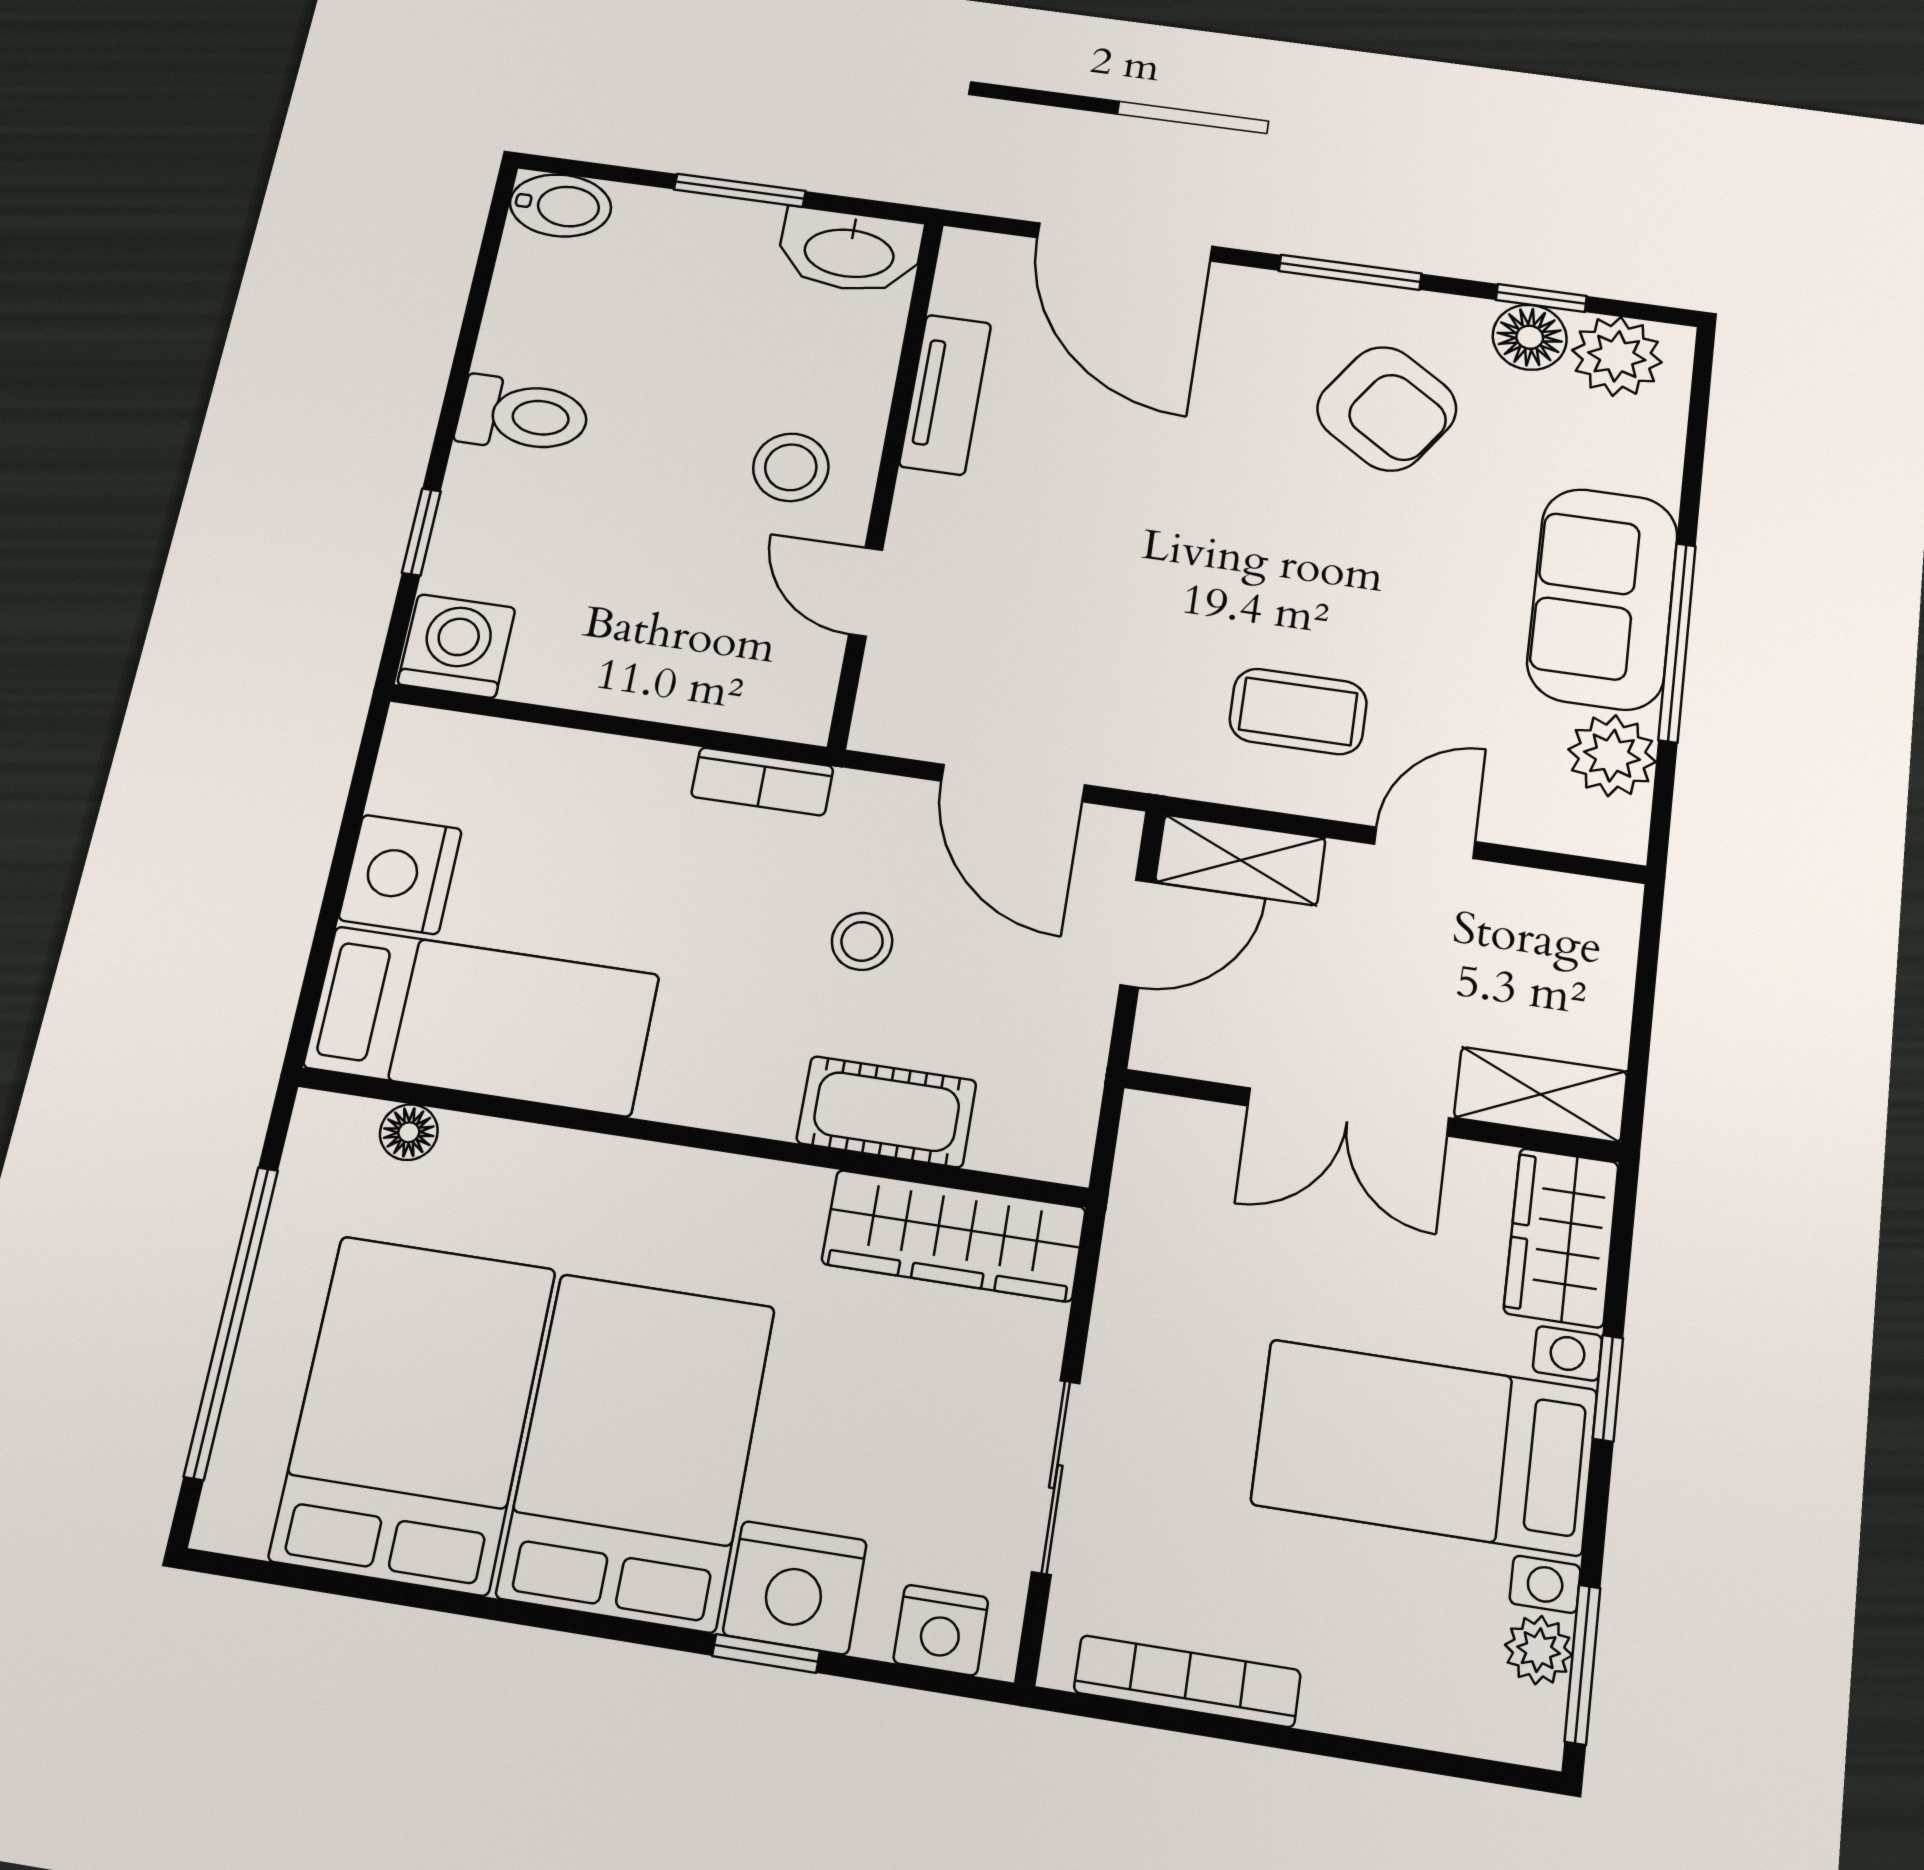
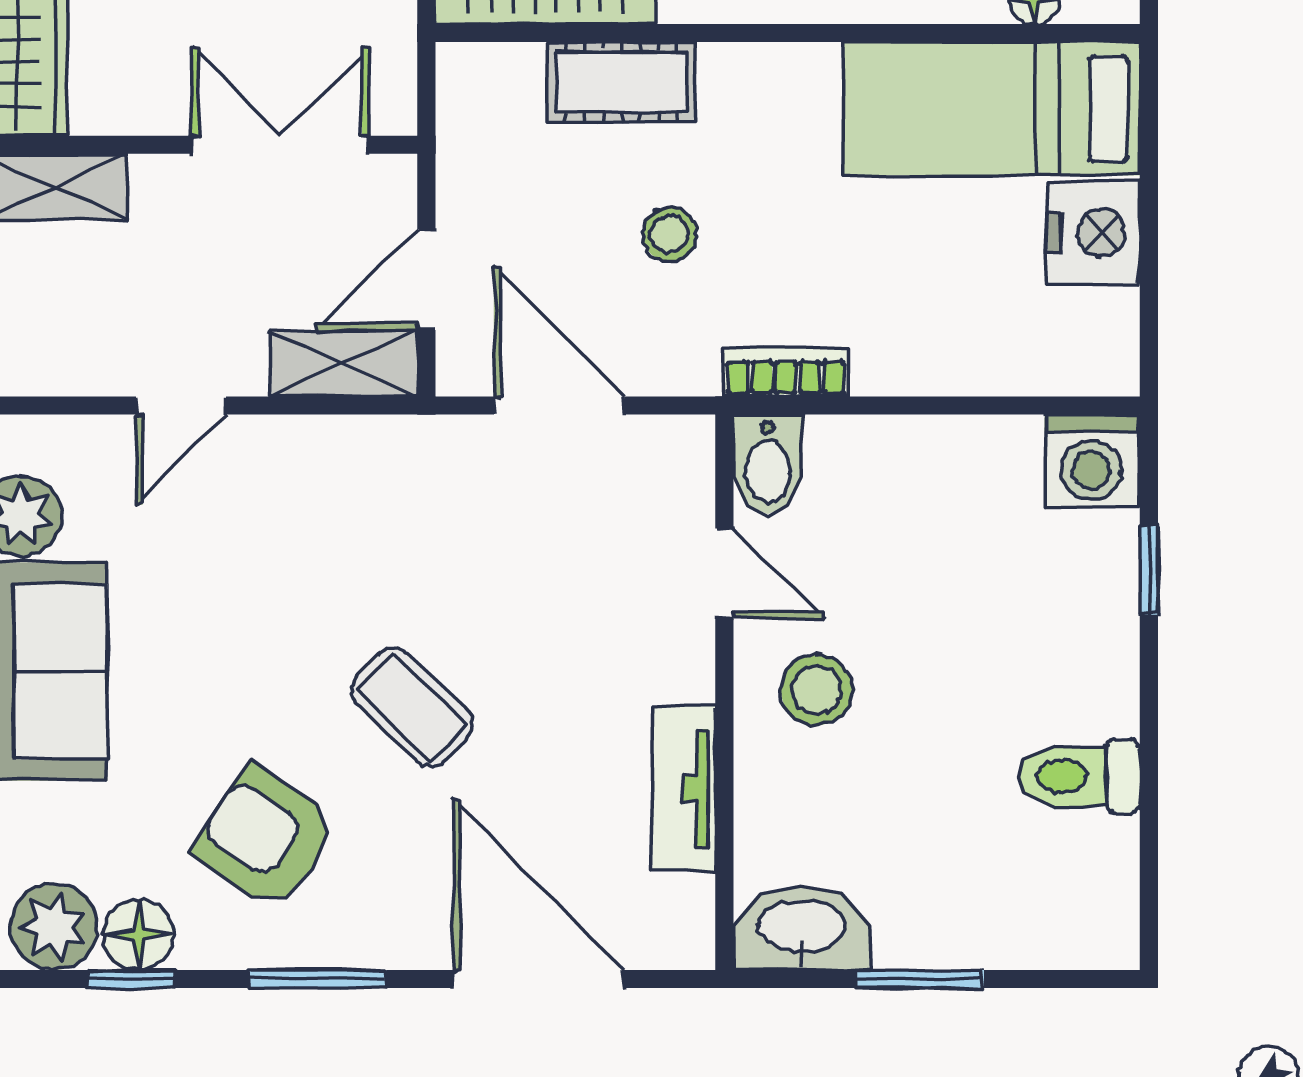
bidet: (560, 205) -> (768, 464), moved, turned -90
toilet: (523, 415) -> (1079, 777), moved
coffee table: (1298, 711) -> (412, 707), moved, turned 44
double door: (1348, 1112) -> (280, 145), moved

